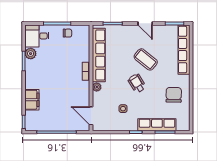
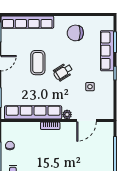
coffee table: (146, 59) -> (38, 63), turned -39
door: (91, 116) -> (86, 121), moved

